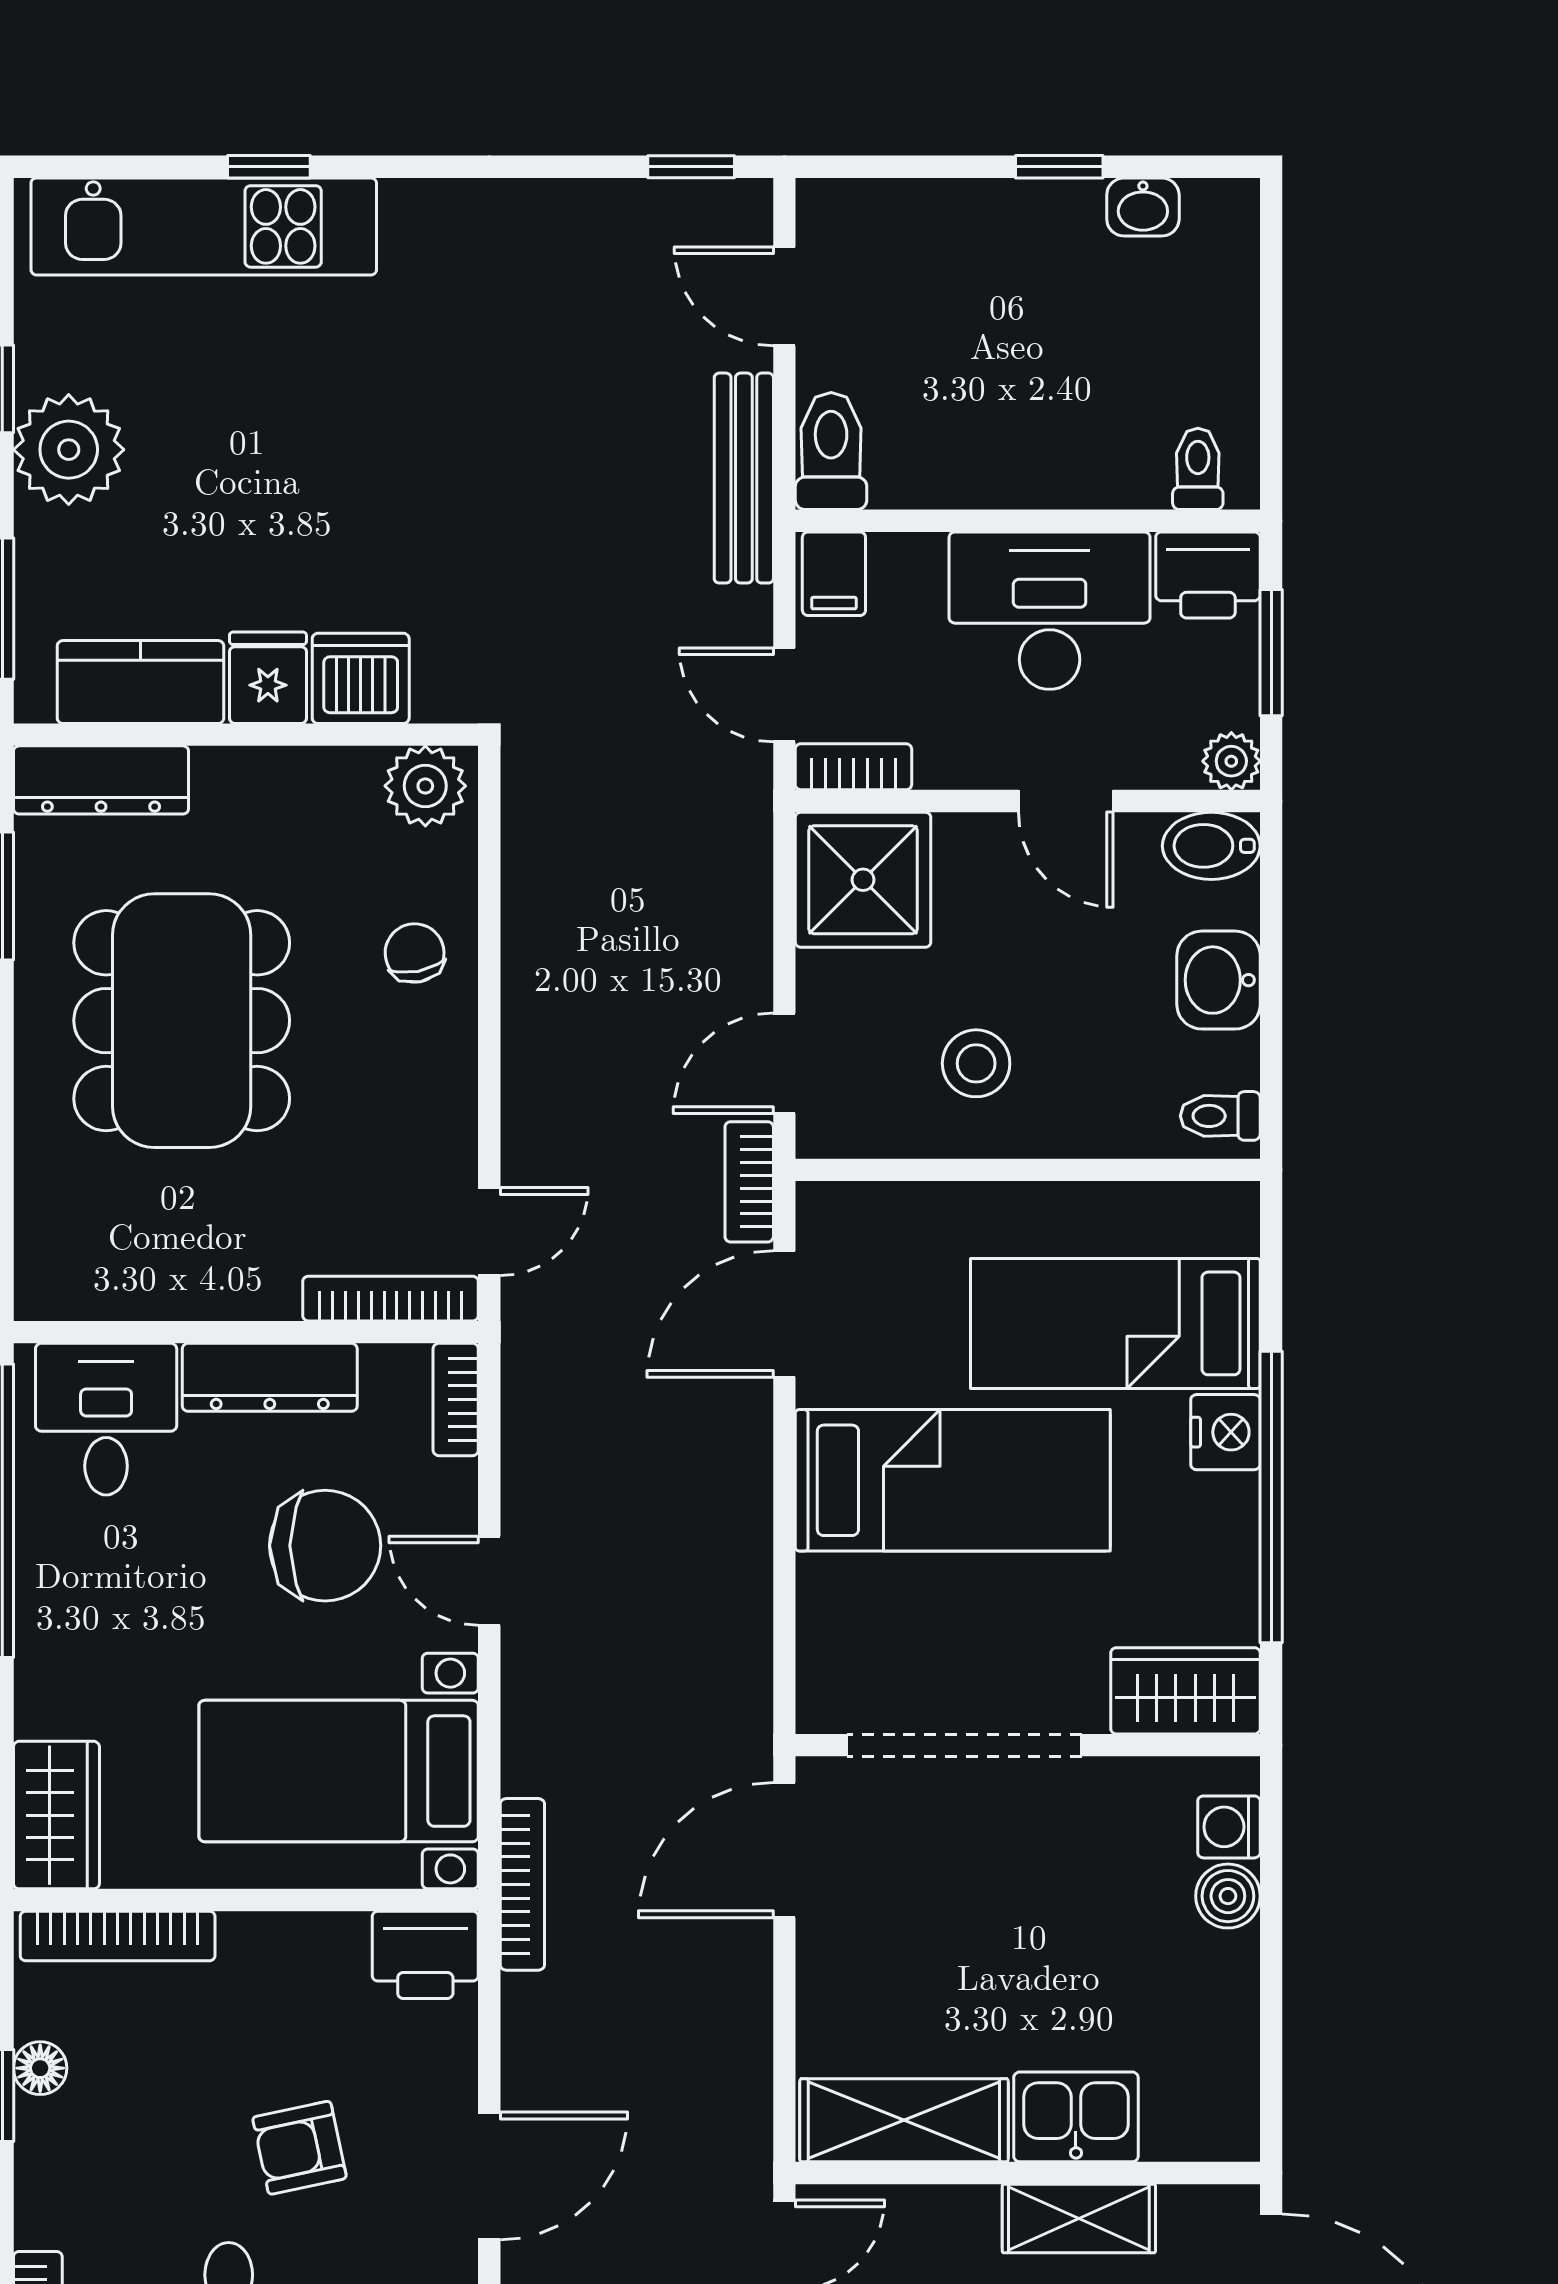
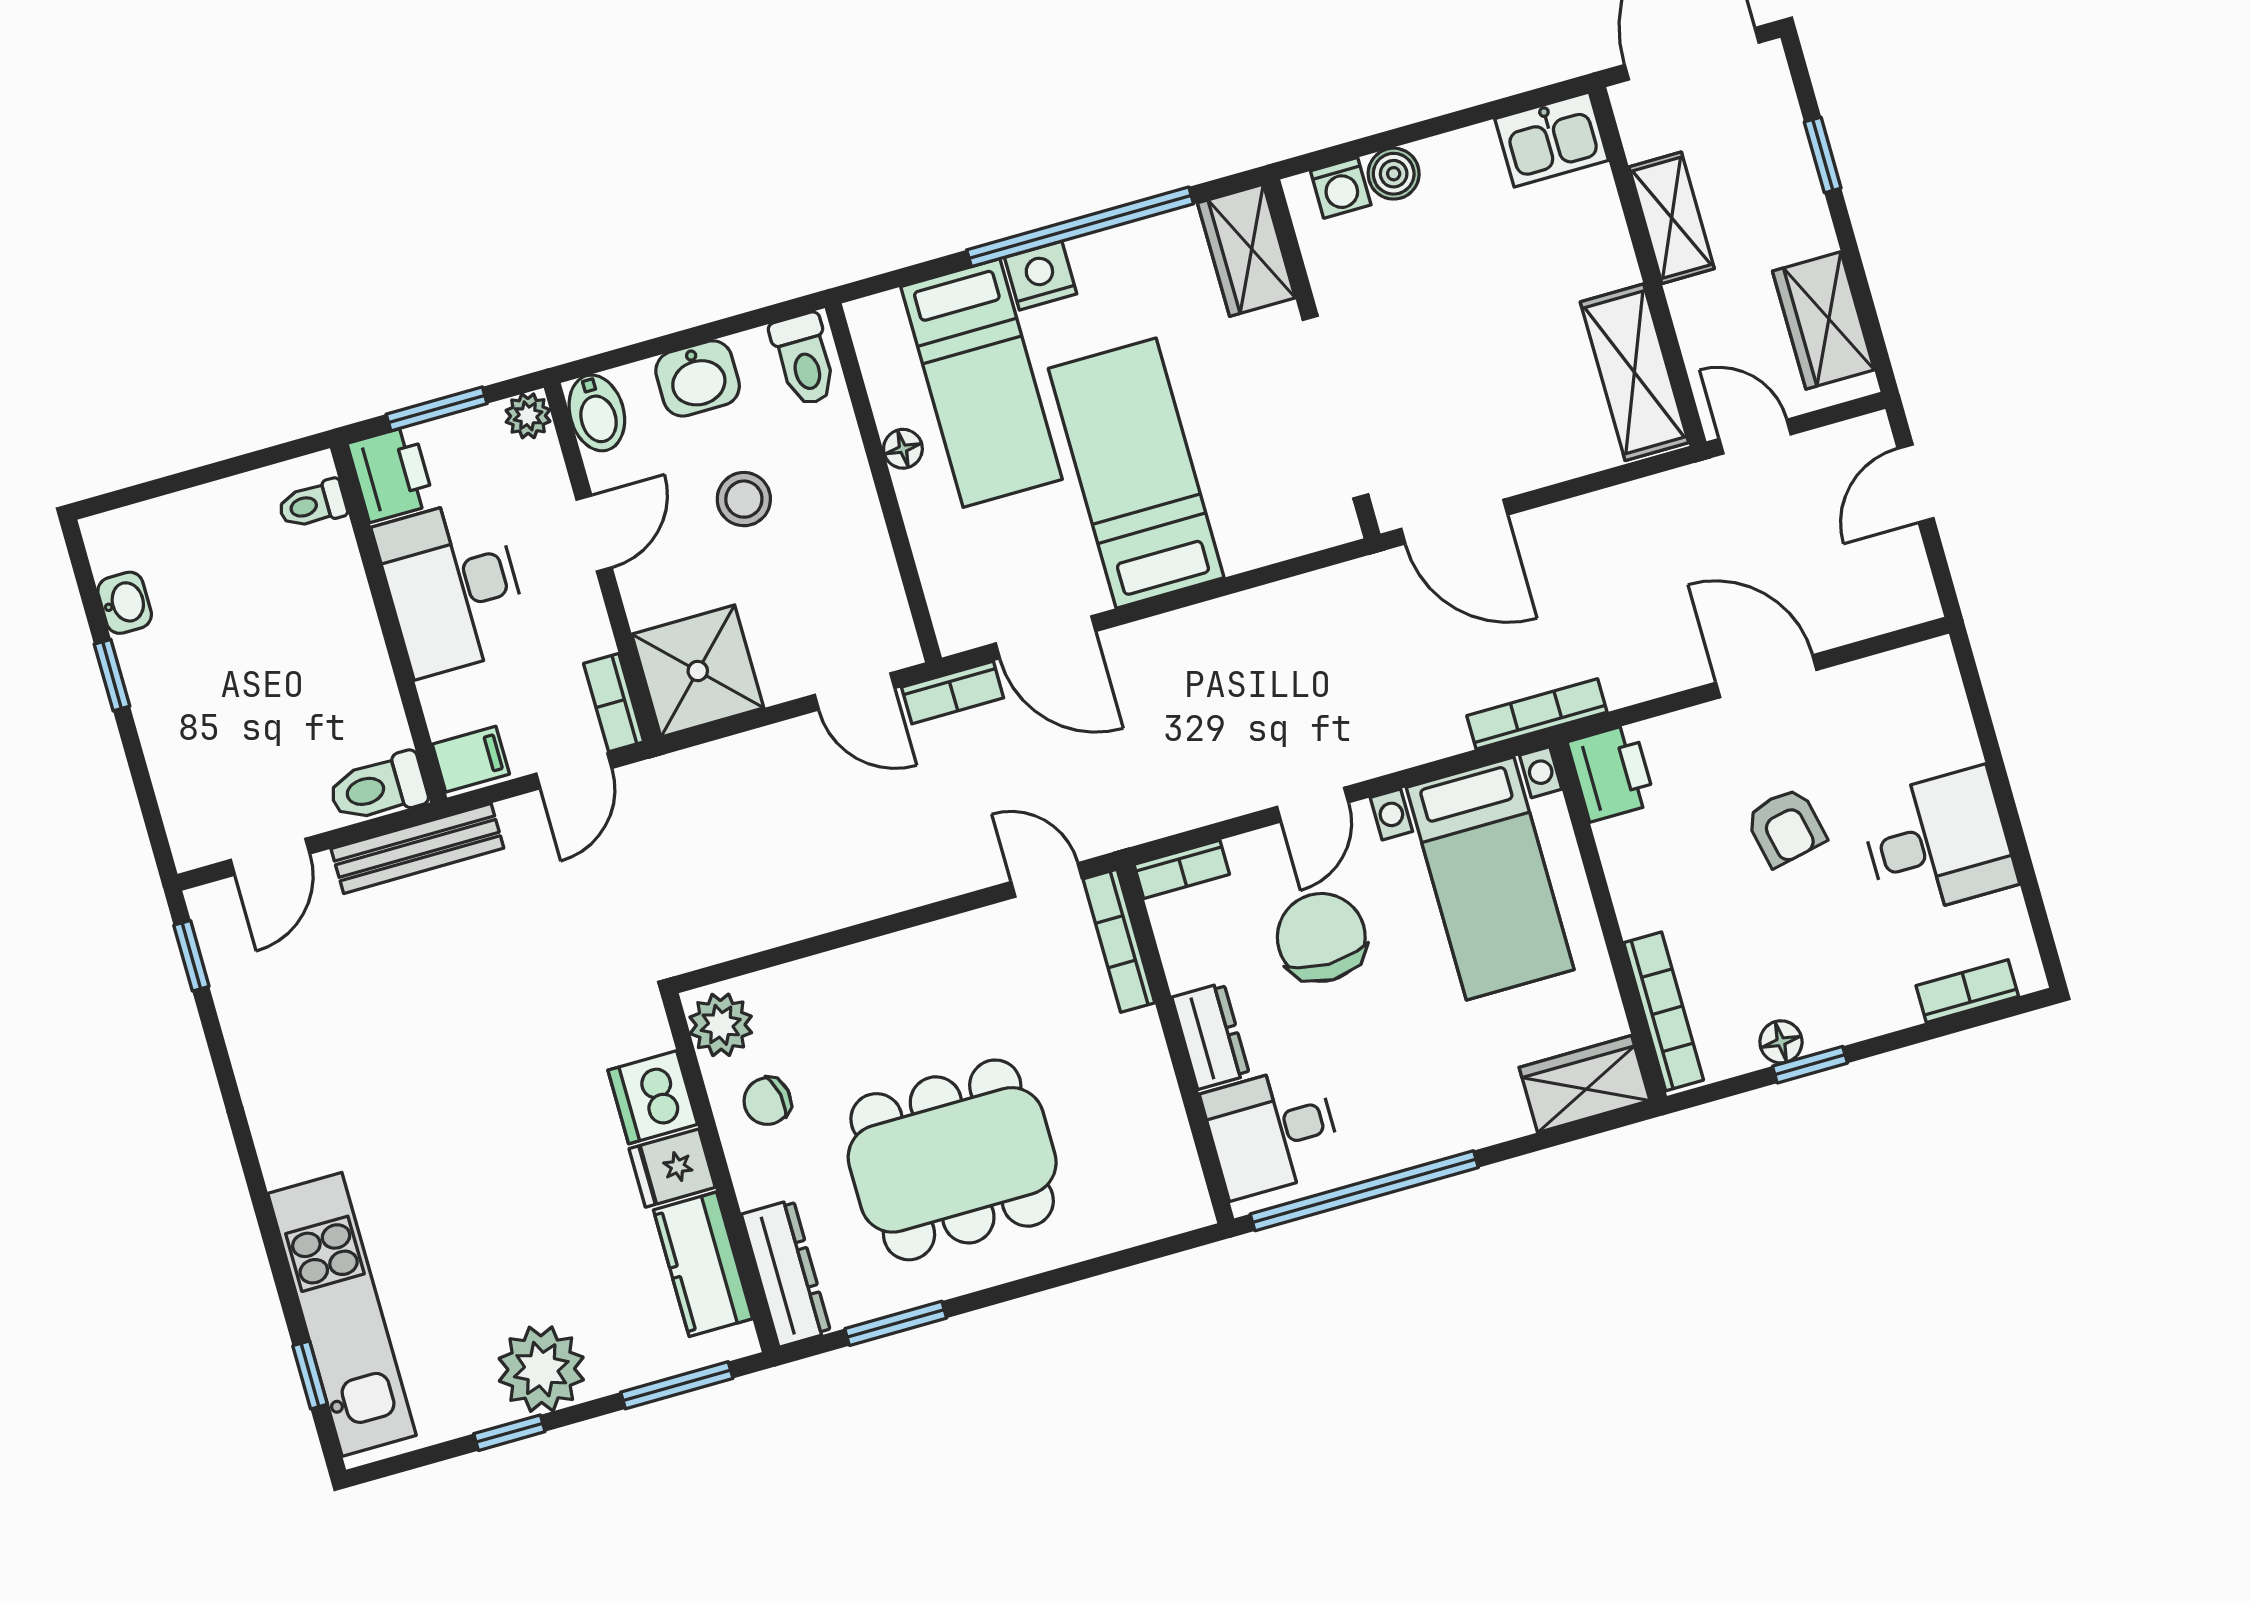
window: (269, 167) -> (310, 1375), moved
chair: (415, 953) -> (767, 1101), moved
stool: (976, 1063) -> (744, 499), moved
toilet: (1220, 1116) -> (804, 360), width x1.37, depth x1.39
floor lamp: (1062, 1205) -> (903, 449), added
dresser: (270, 1377) -> (1211, 1036), width x0.70
kitchen sink: (1076, 2117) -> (1552, 140), moved, turned -90

